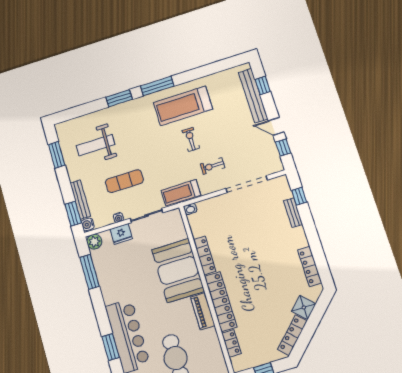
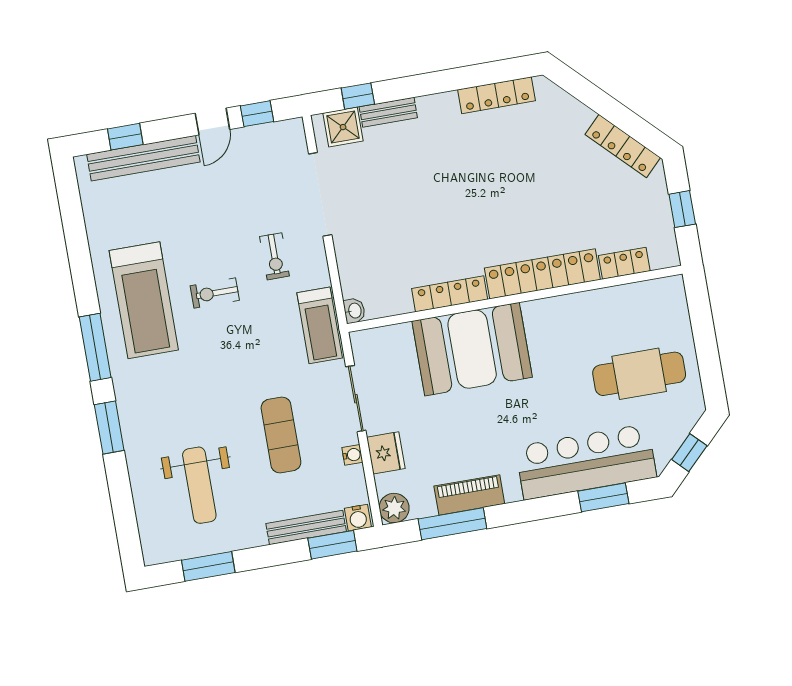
shower: (304, 308) -> (343, 127), moved, turned 45
piano: (203, 311) -> (469, 495), moved, turned 180

